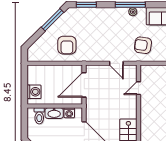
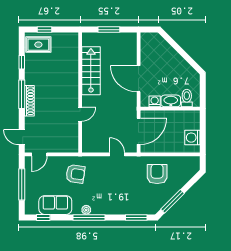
door: (116, 63) -> (117, 154), moved
door: (138, 88) -> (80, 114), moved
washing machine: (34, 92) -> (192, 138), moved

